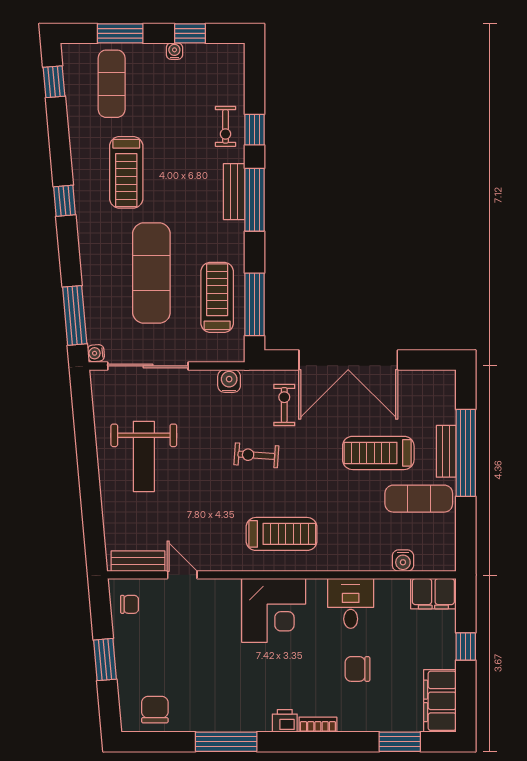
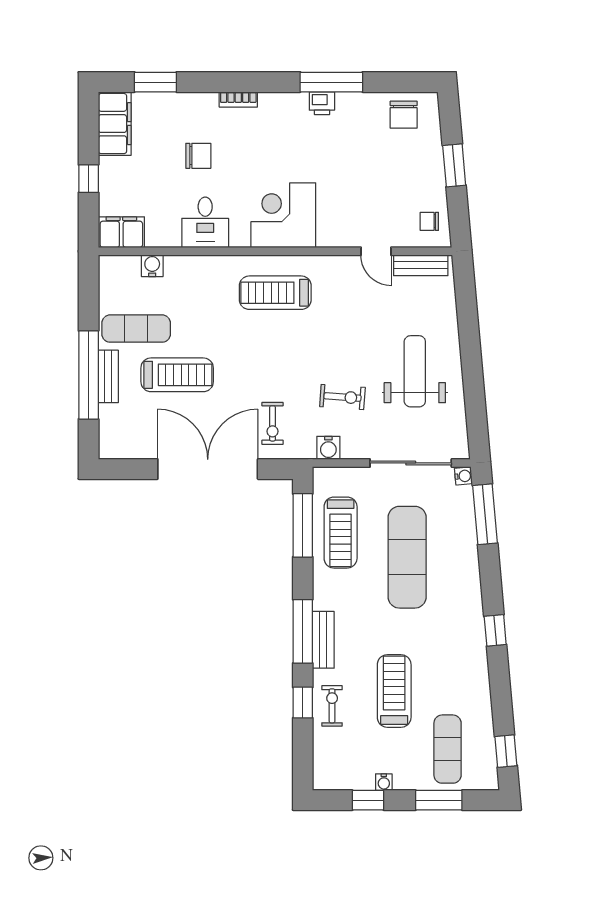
treadmill: (126, 172) -> (394, 691), moved
exercise bike: (256, 455) -> (342, 397), moved
printer: (285, 721) -> (322, 103), moved

